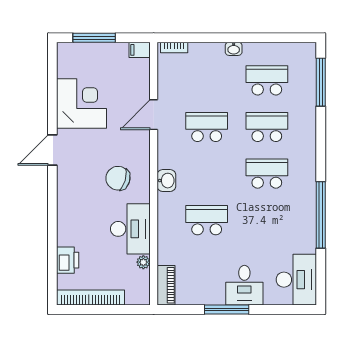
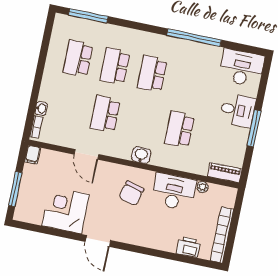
washbasin: (234, 49) -> (41, 109), moved

